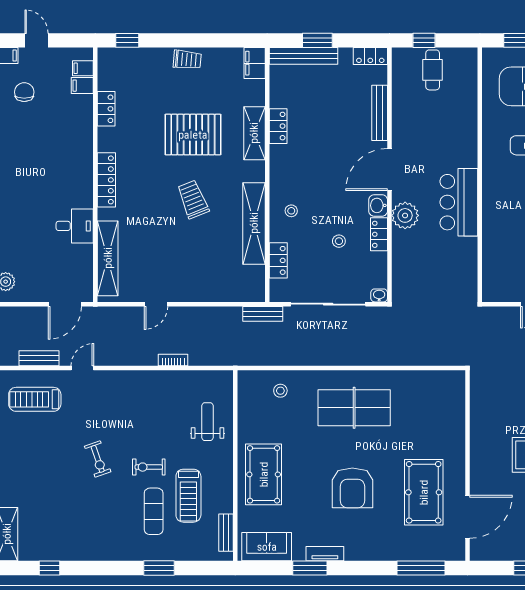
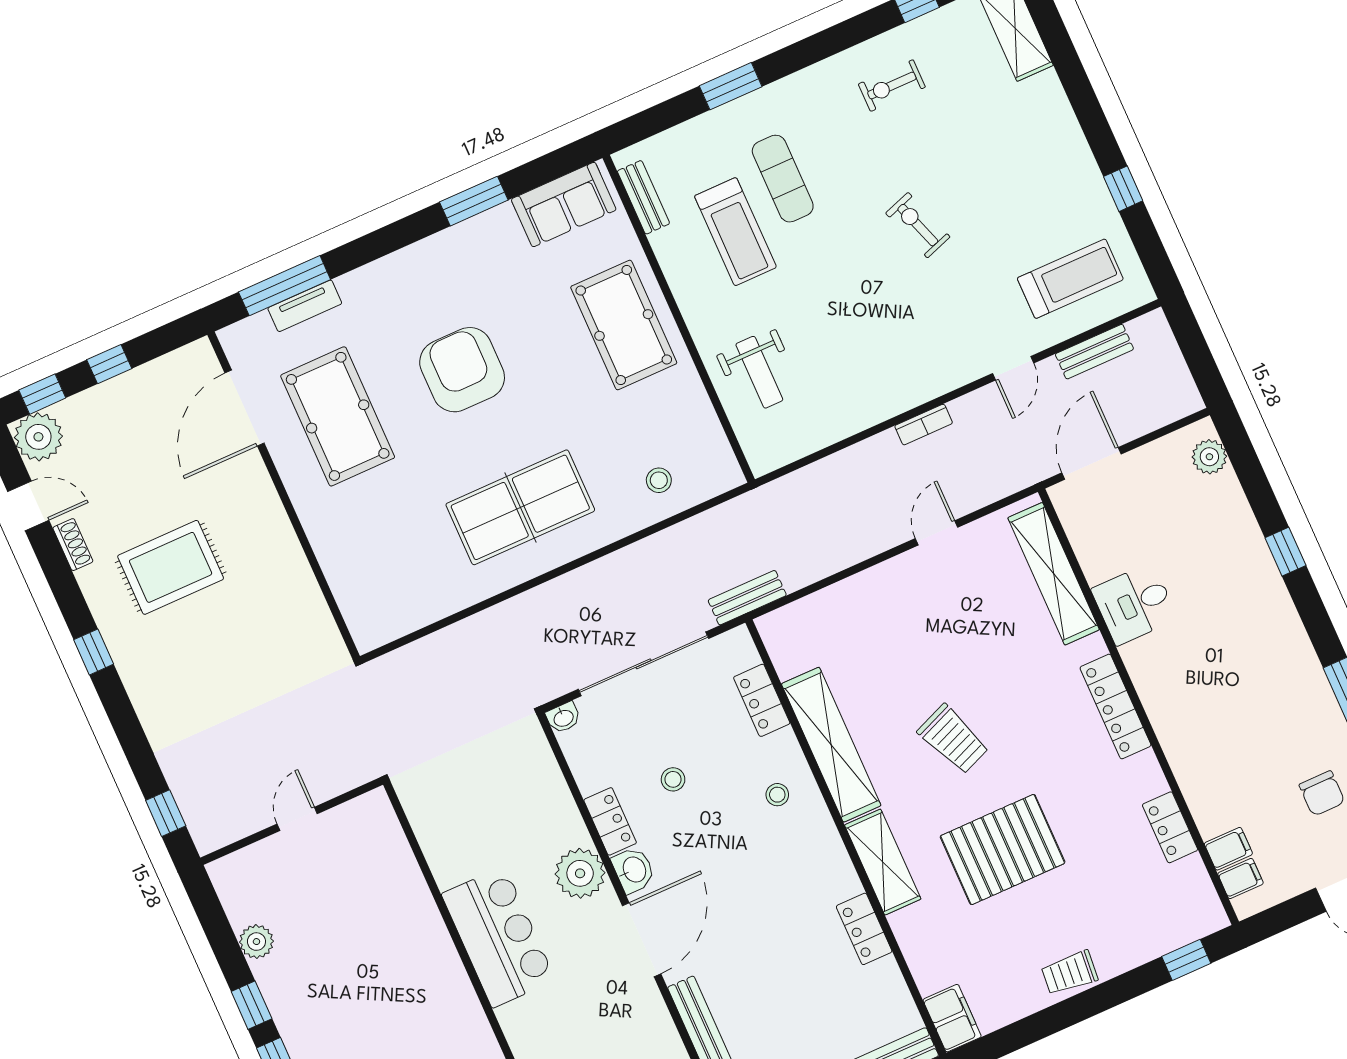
shelving: (254, 133) -> (883, 862), moved
bookcase: (173, 360) -> (924, 425), moved
exercise bike: (149, 467) -> (892, 86), moved, turned 180
treadmill: (188, 496) -> (735, 232), turned 180
tv unit: (325, 554) -> (305, 306), moved

